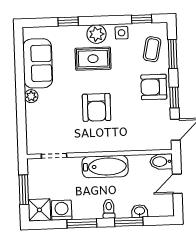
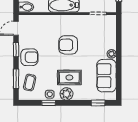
window: (142, 19) -> (49, 103), moved
window: (68, 22) -> (98, 103), moved
armchair: (97, 107) -> (68, 45), turned -90

